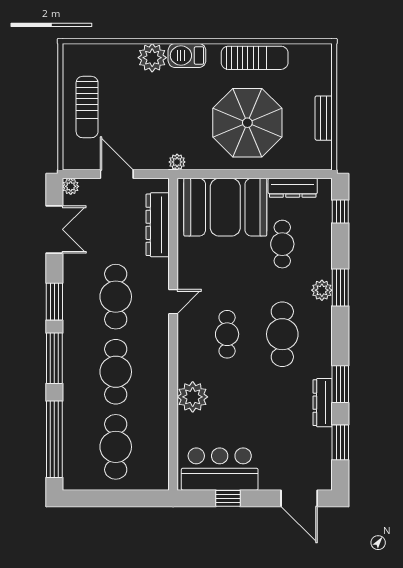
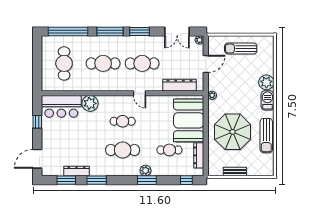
dresser: (323, 403) -> (77, 171), moved
cafe table: (116, 447) -> (64, 63), turned 90
bar counter: (220, 469) -> (61, 106), moved, turned 90

